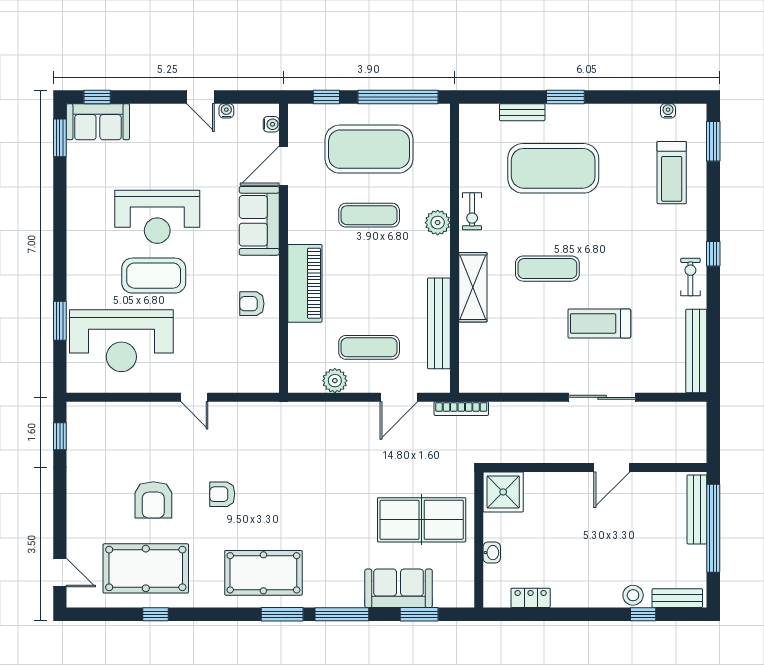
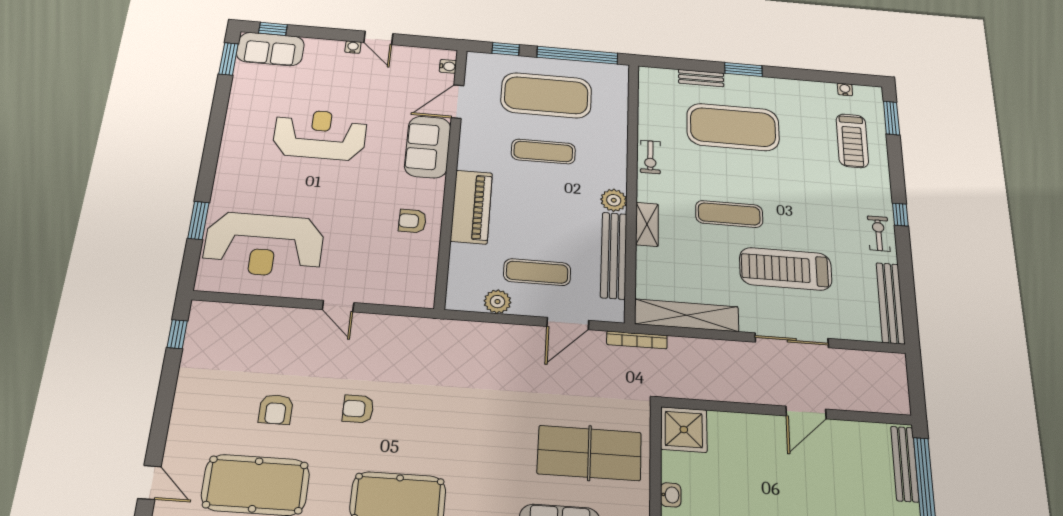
water cooler: (226, 111) -> (353, 47), moved
reception desk: (157, 217) -> (320, 135), turned 180
plant: (438, 223) -> (614, 200), moved
coffee table: (154, 276) -> (309, 187), removed
shelving: (473, 287) -> (647, 224), width x0.67, depth x0.75
treadmill: (599, 323) -> (786, 269), width x1.37, depth x1.38
shelving: (506, 380) -> (687, 315), added
armchair: (153, 500) -> (276, 409), width x0.72, depth x0.72

